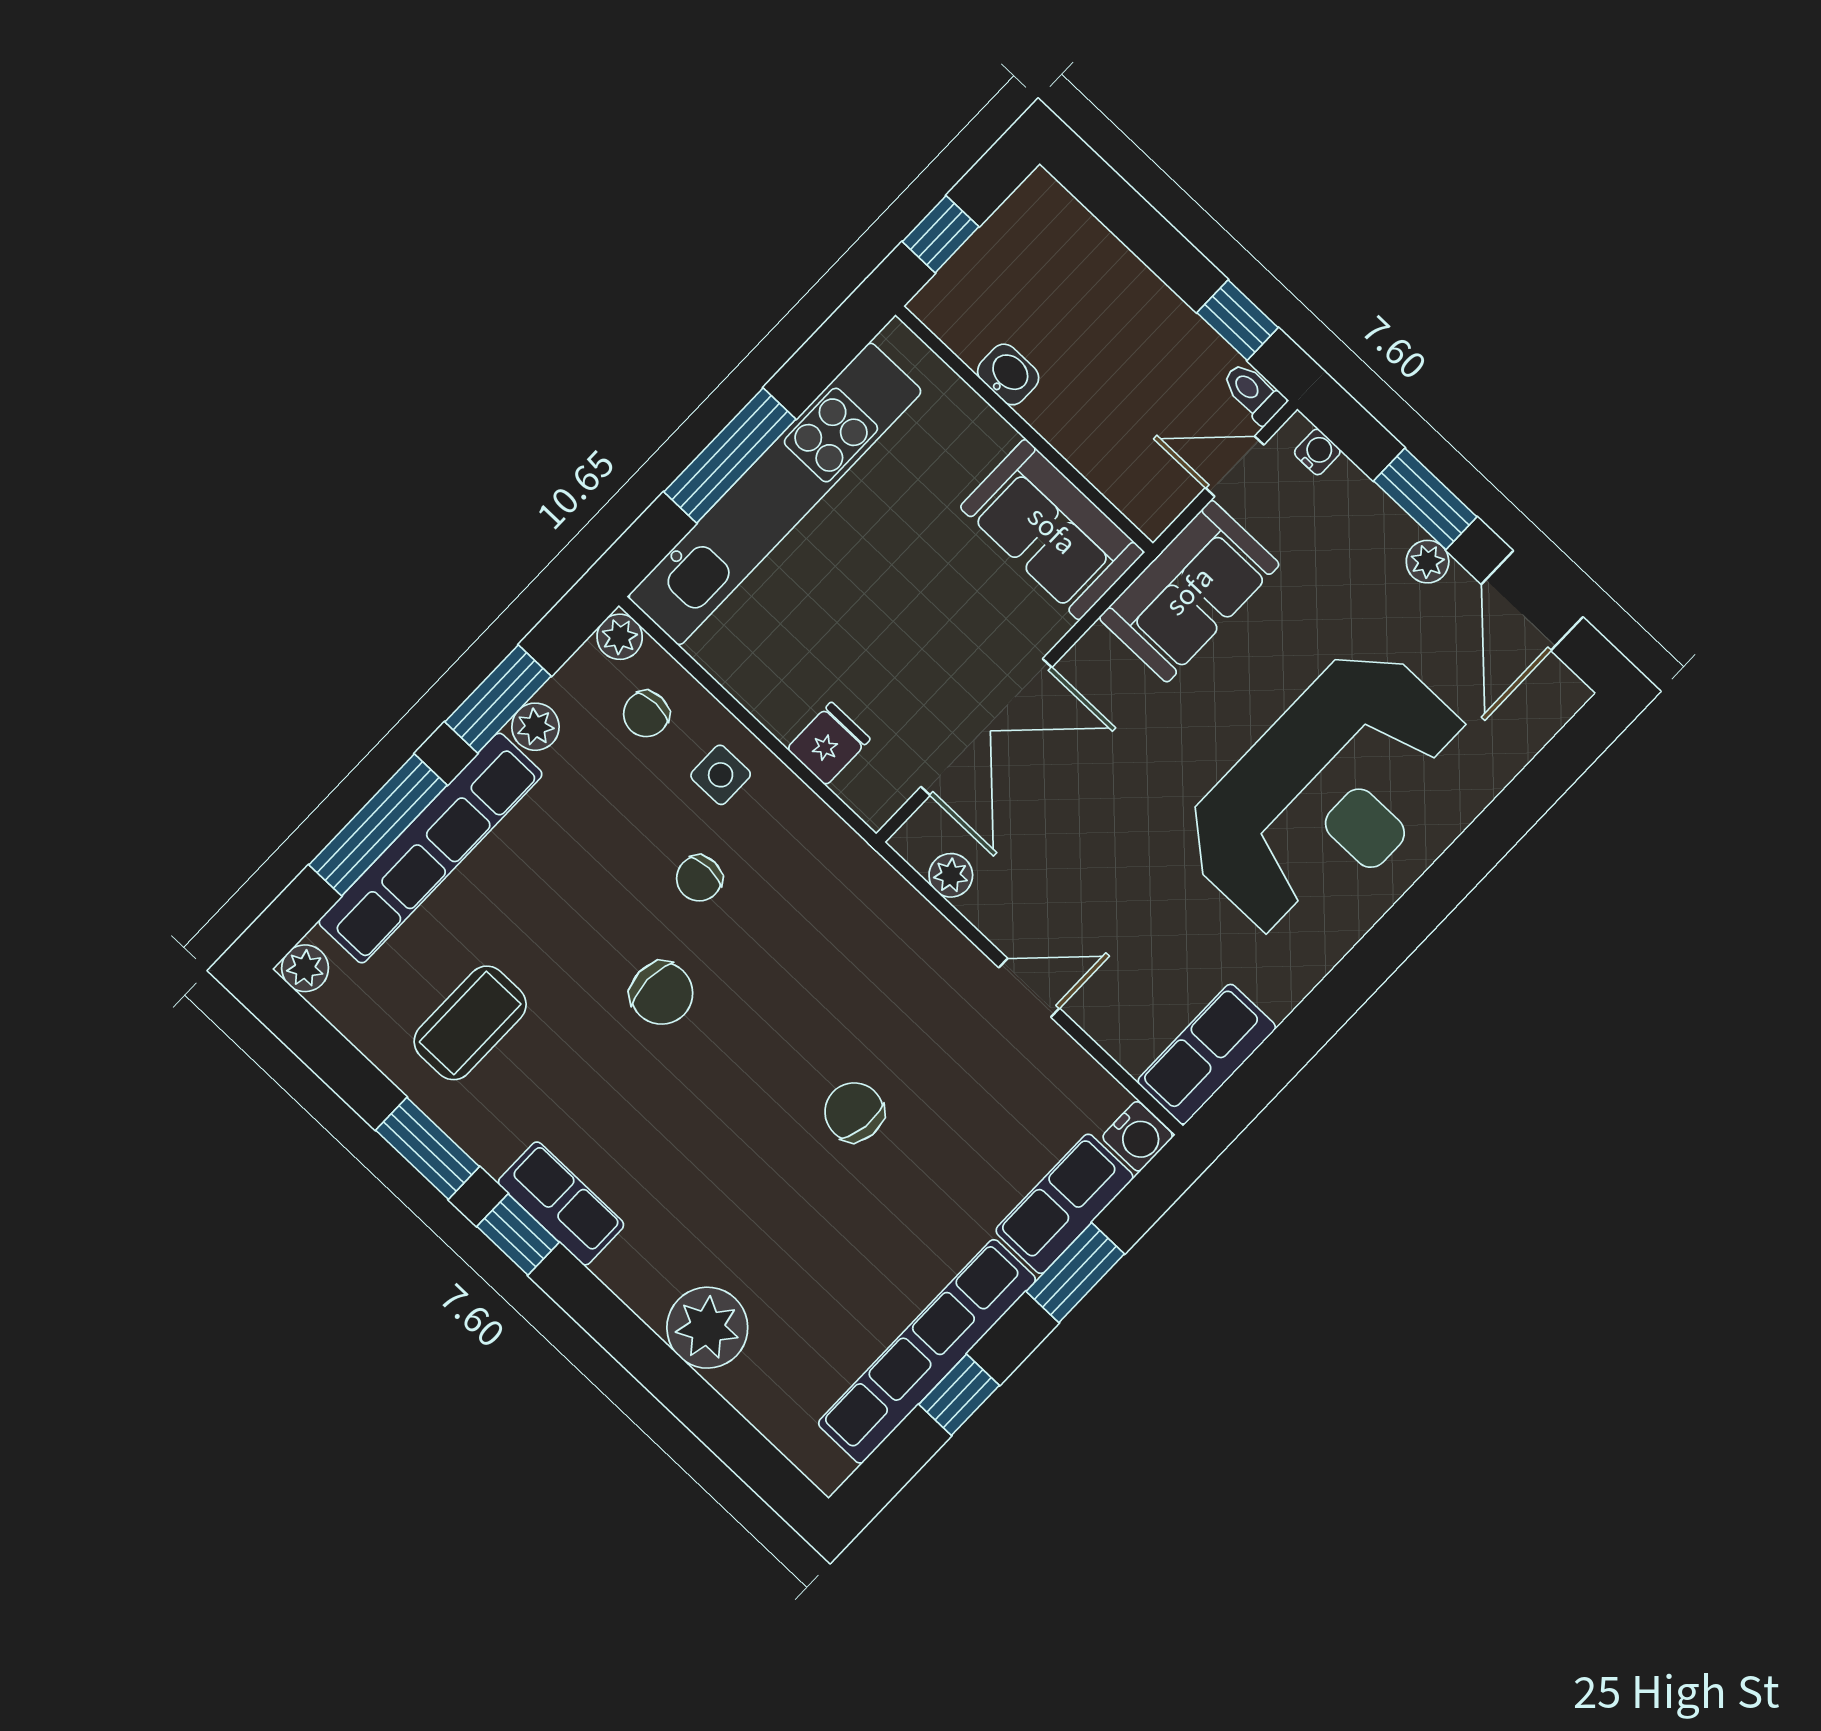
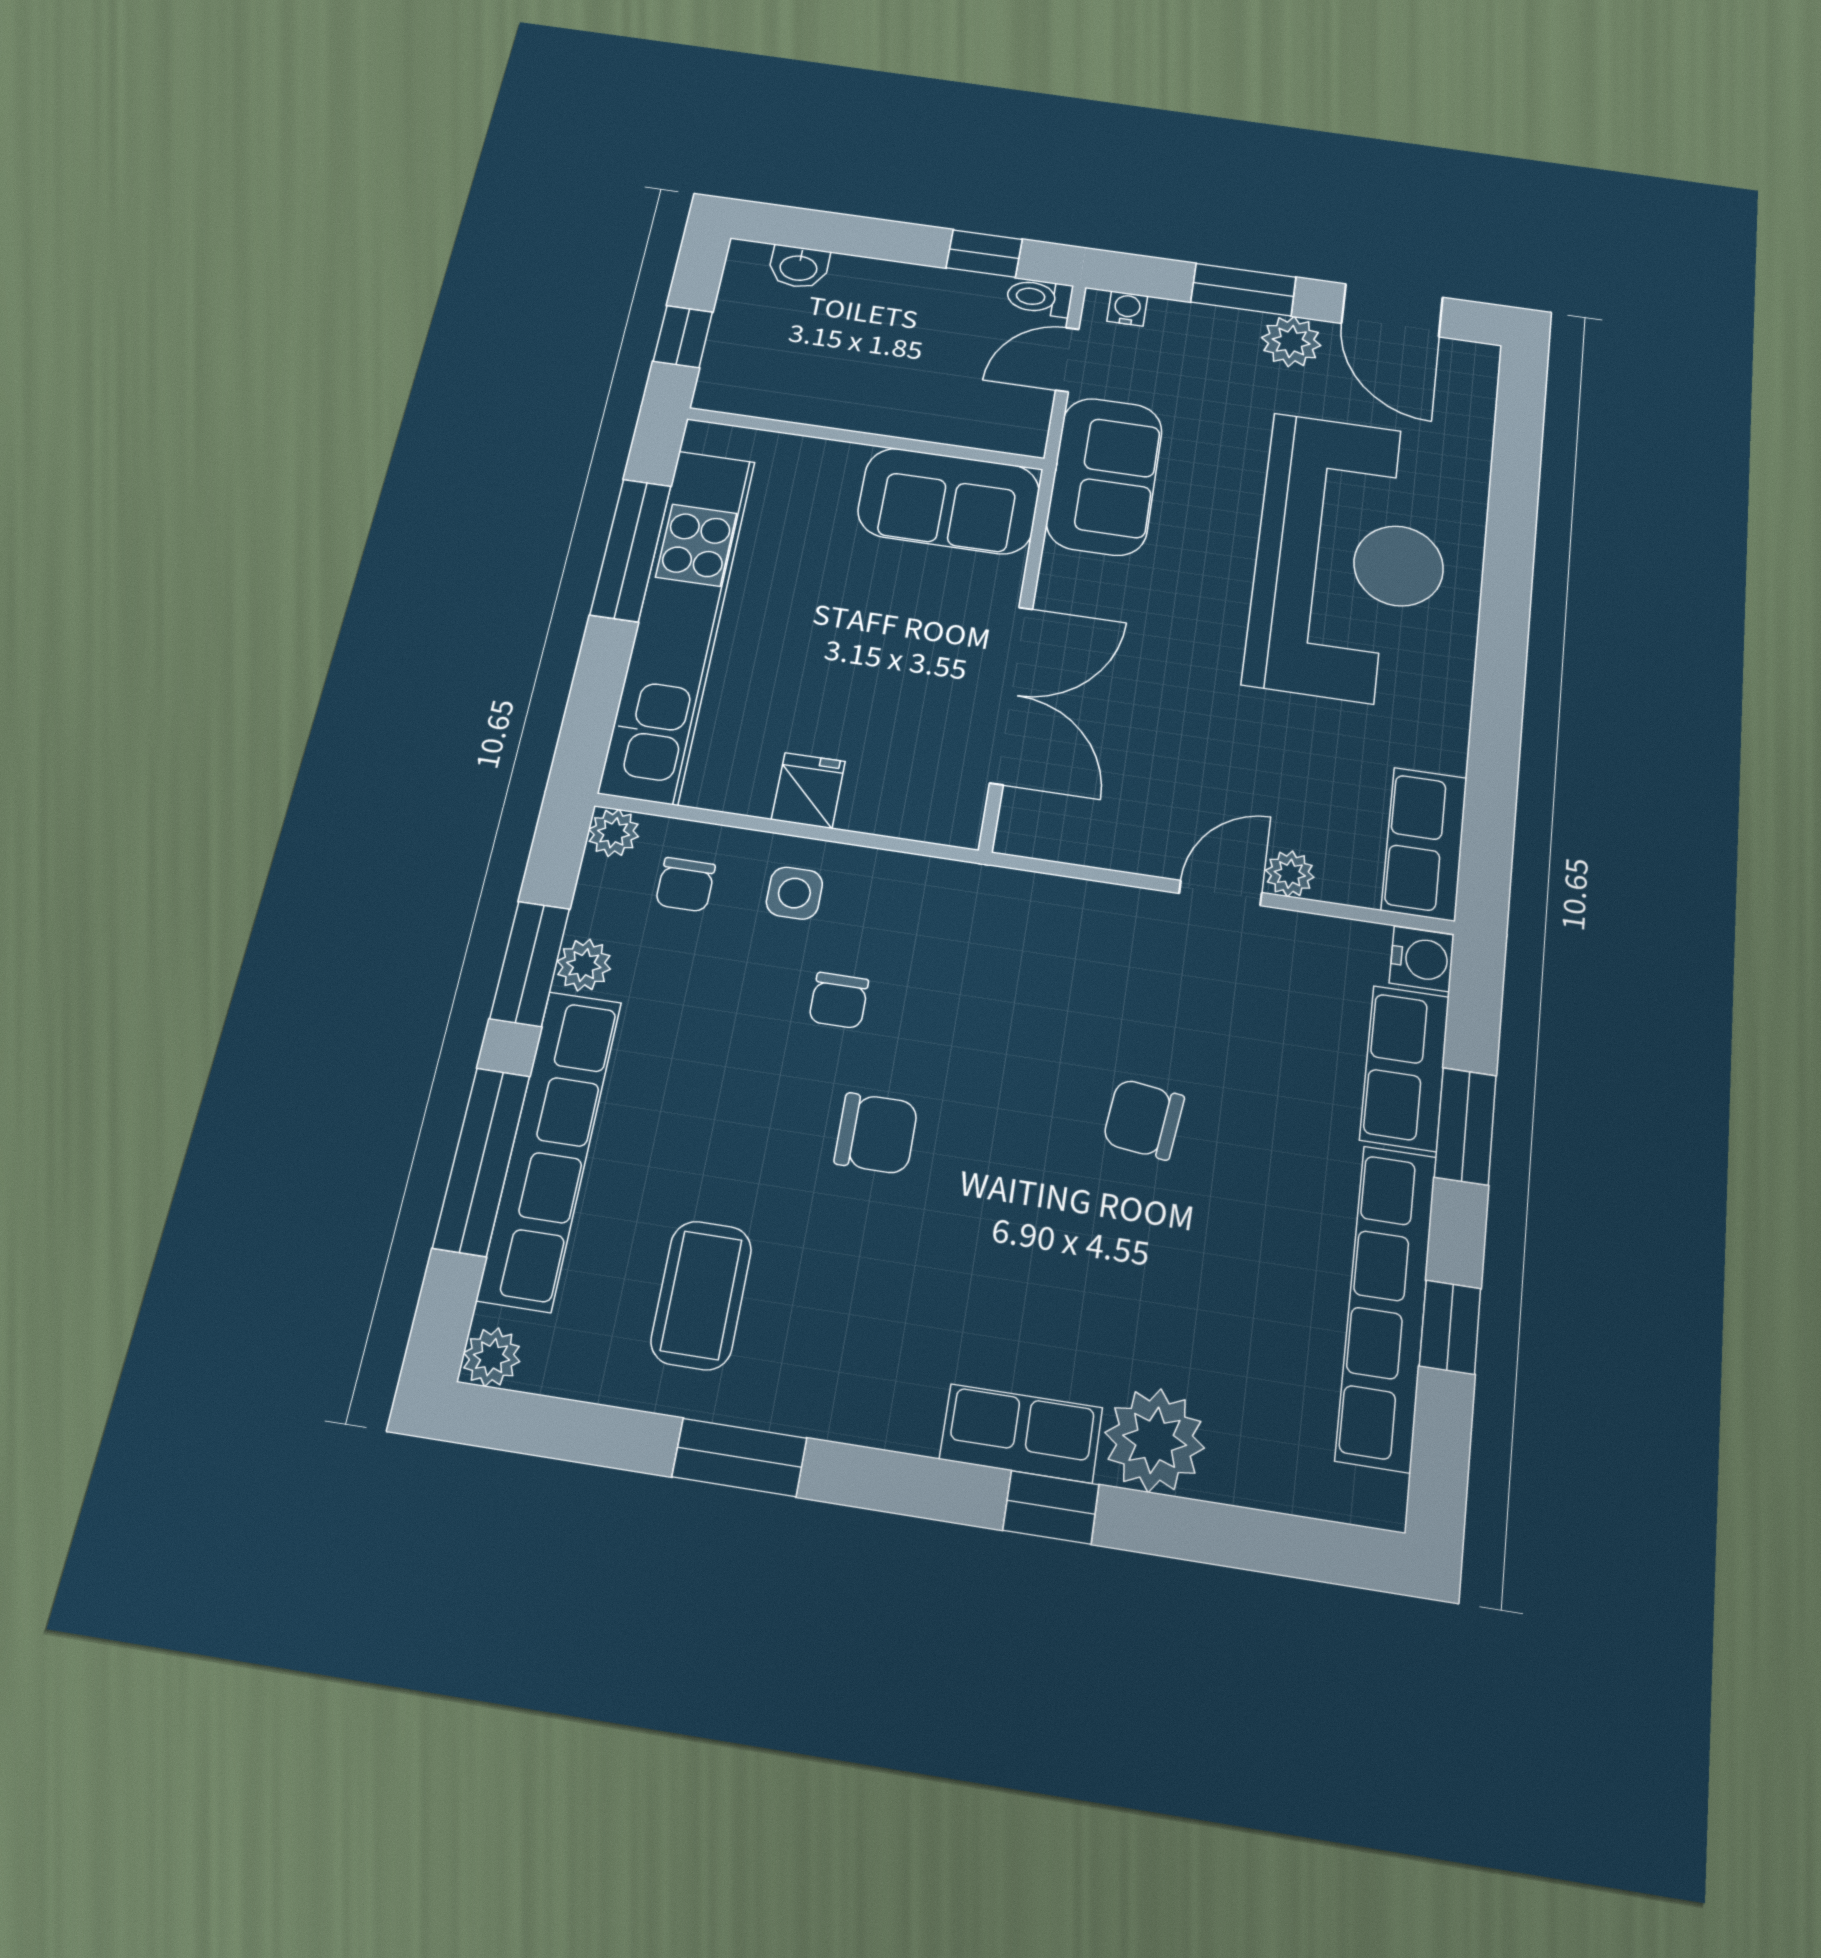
washbasin: (1008, 374) -> (799, 267), moved, turned 180
window: (730, 455) -> (631, 550), moved
plant: (1428, 562) -> (1291, 341), width x1.38, depth x1.38
fridge: (829, 744) -> (808, 790), moved
plant: (951, 875) -> (1290, 874), moved
row of seats: (561, 1203) -> (1021, 1433), moved
window: (518, 1234) -> (1051, 1507), moved

